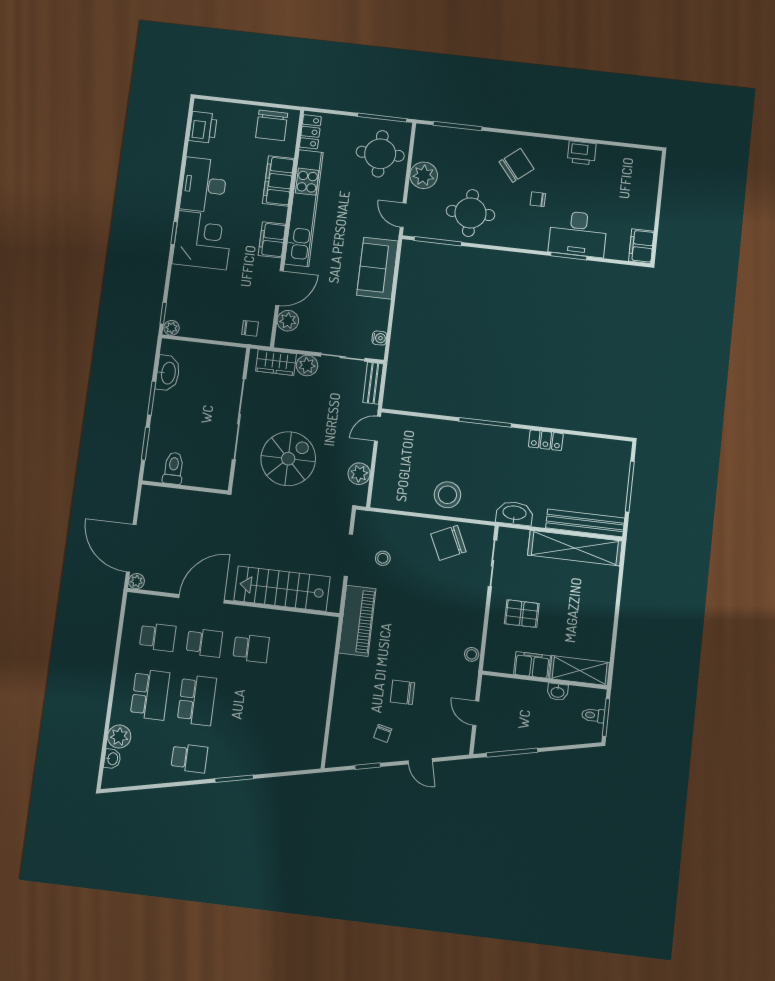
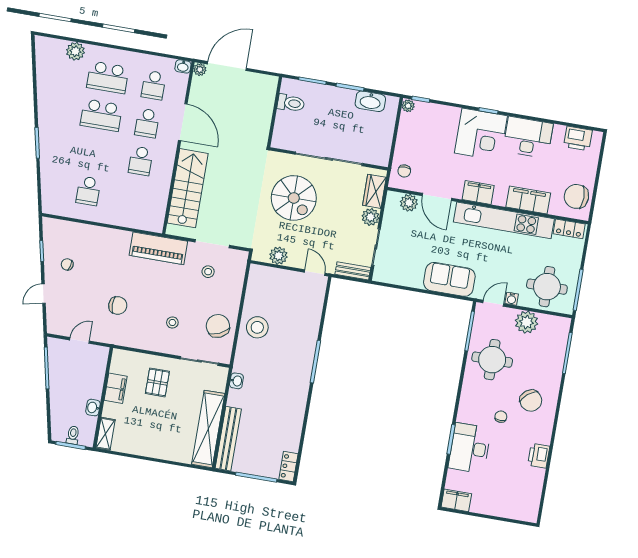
water cooler: (379, 338) -> (512, 299), moved
locker: (546, 440) -> (288, 466), moved
washbasin: (514, 513) -> (236, 381), width x0.52, depth x0.69
stool: (472, 654) -> (172, 322), moved
shelving: (580, 671) -> (106, 434), width x0.67, depth x0.75
chair: (403, 692) -> (118, 305), moved, turned 90
school desk: (189, 758) -> (88, 191), moved
washbasin: (112, 759) -> (183, 66), moved

